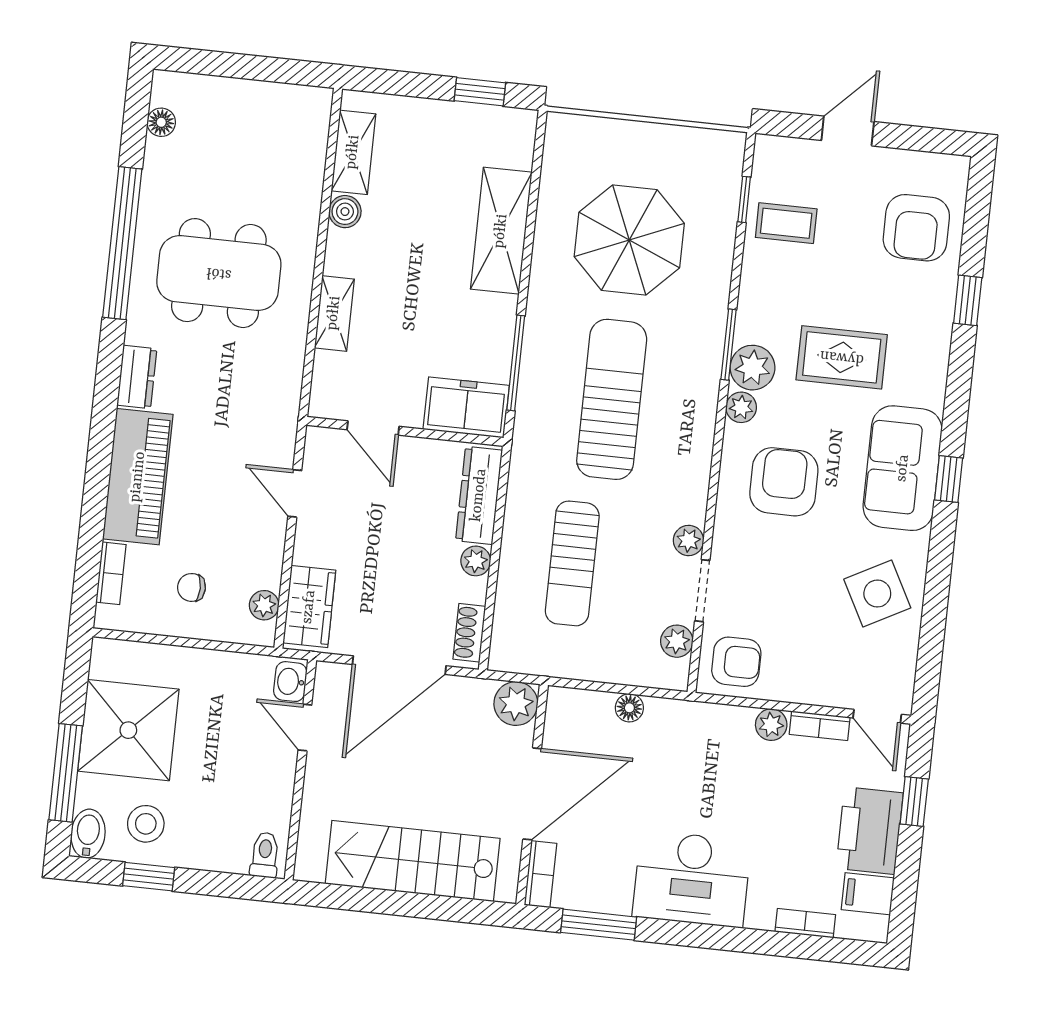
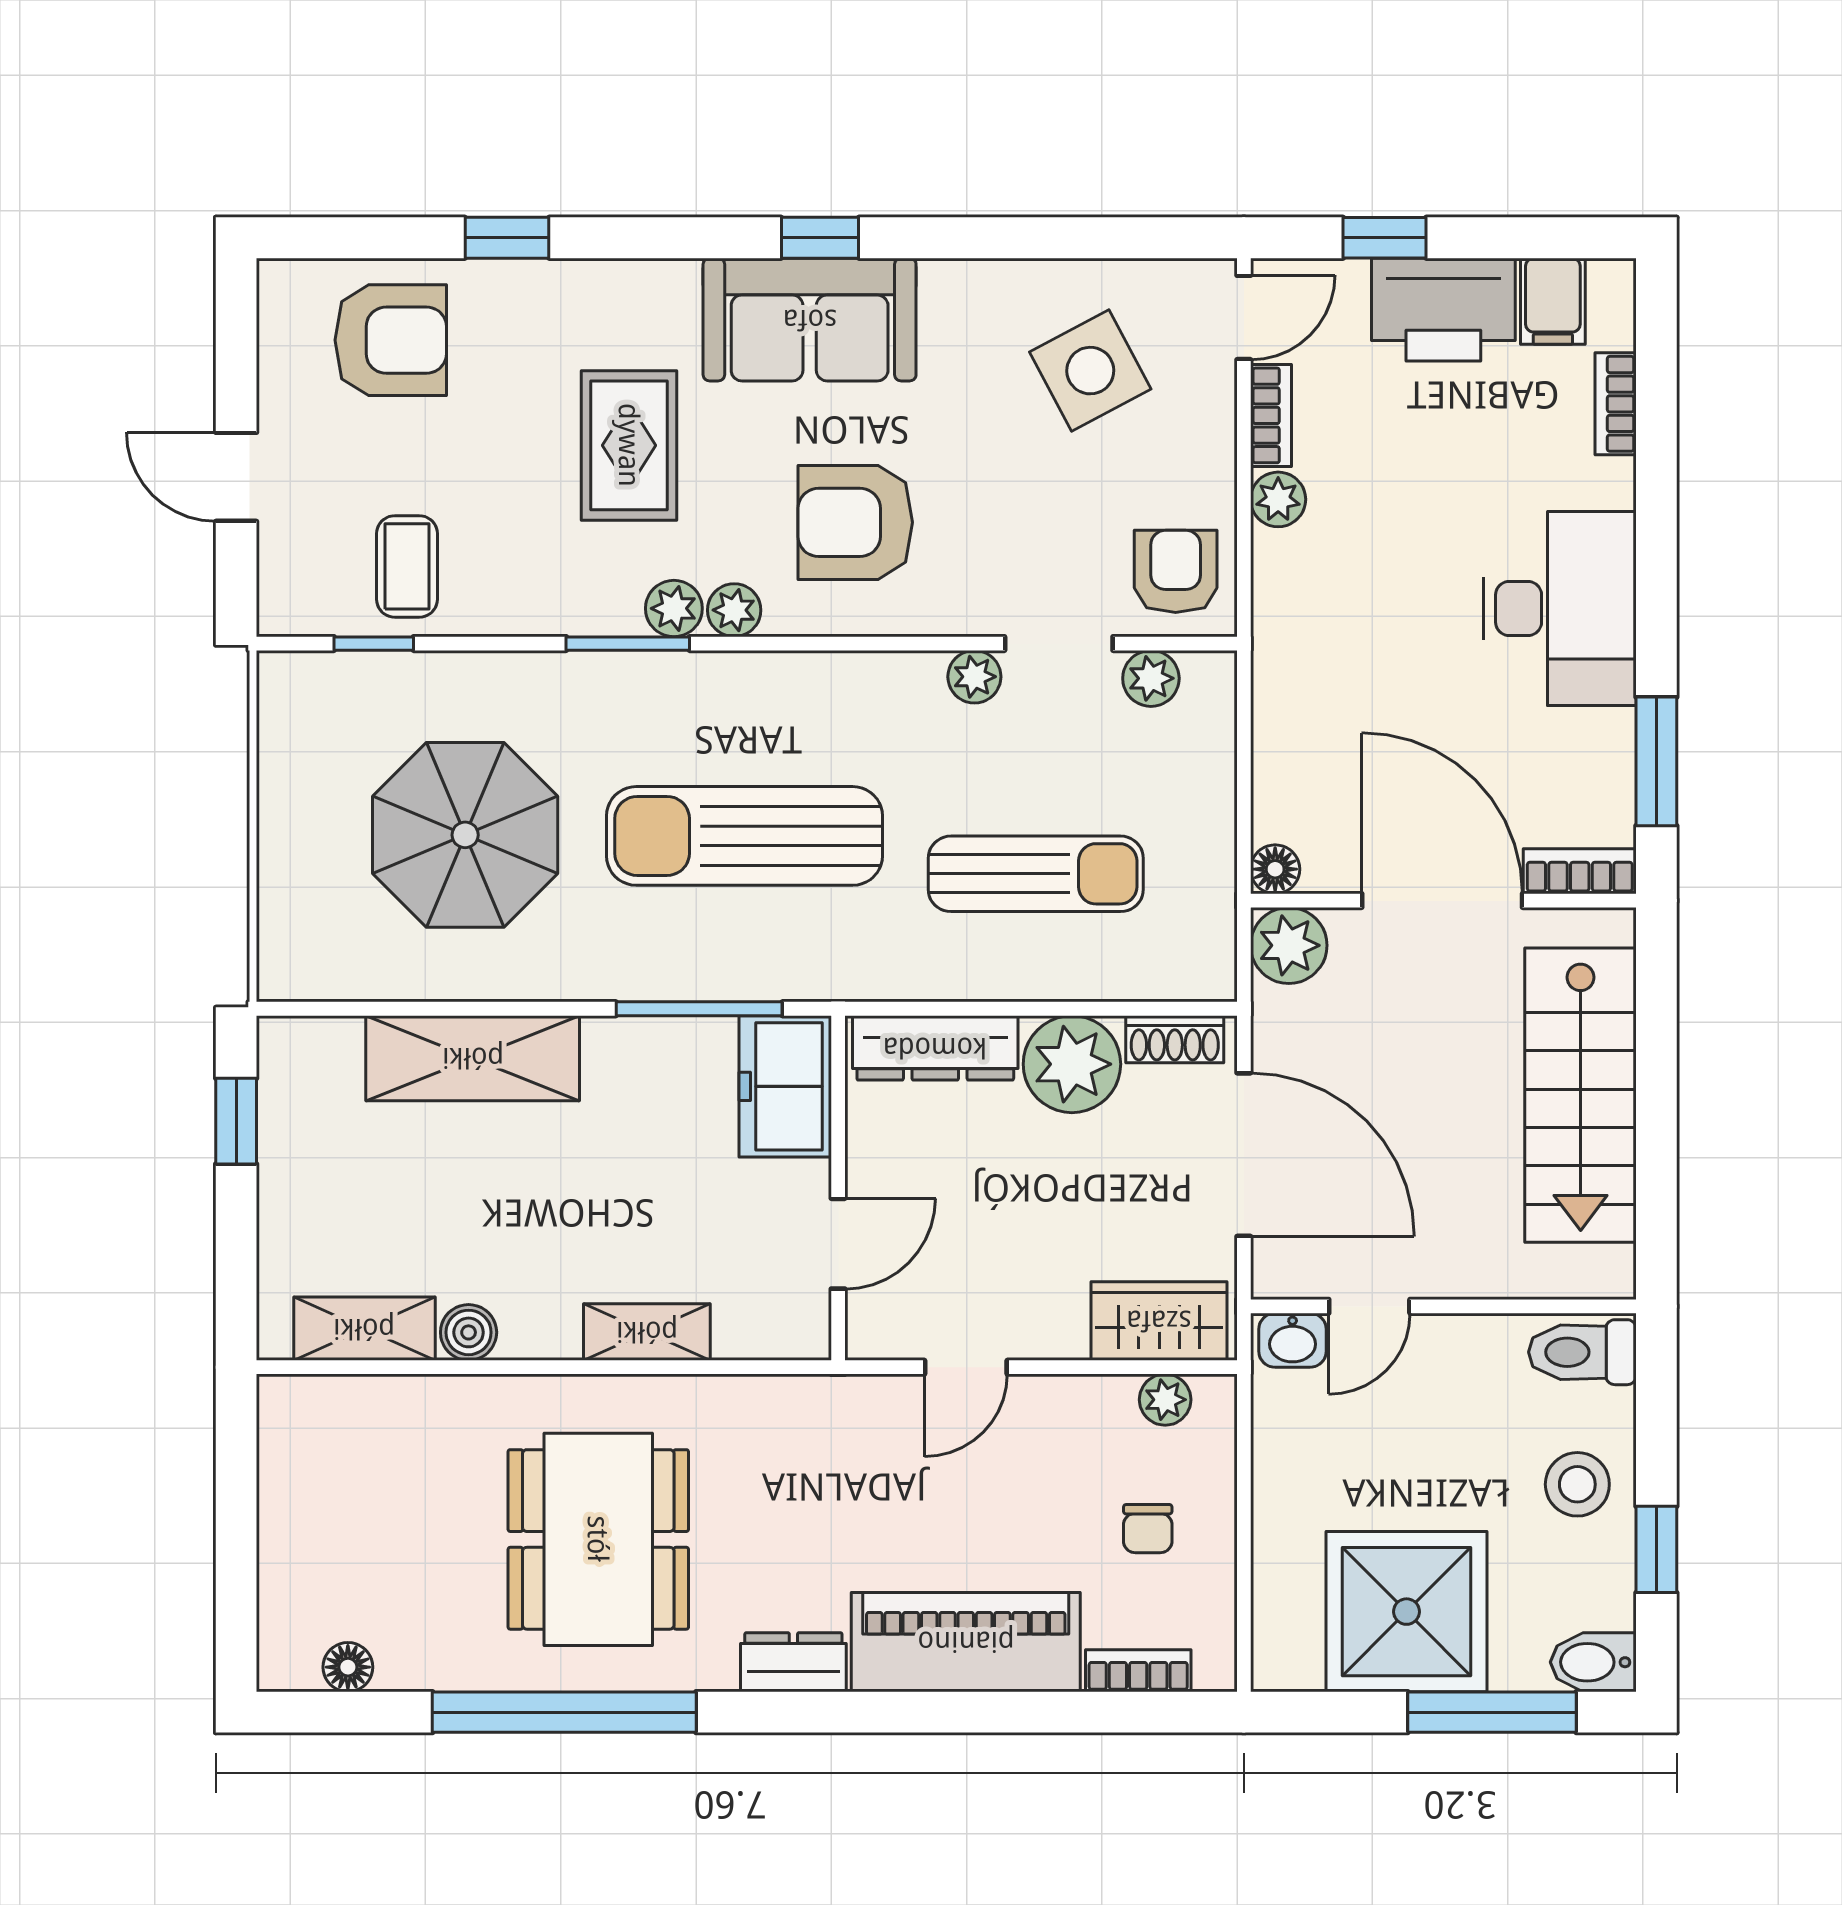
plant: (753, 368) -> (674, 608), width x0.73, depth x0.73
plant: (476, 561) -> (1072, 1064), width x1.87, depth x1.87
side table: (877, 594) -> (1090, 371), moved
floor lamp: (629, 708) -> (1275, 869), moved
stool: (146, 824) -> (1577, 1484), moved
toilet: (265, 855) -> (1582, 1352), width x1.37, depth x1.39

